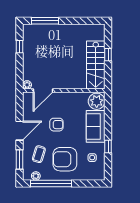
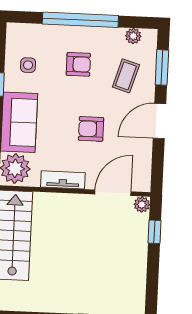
window: (20, 47) -> (154, 232), moved
tv unit: (70, 96) -> (63, 180), added
armchair: (65, 159) -> (78, 64), width x0.53, depth x0.53
window: (51, 183) -> (80, 20), moved

